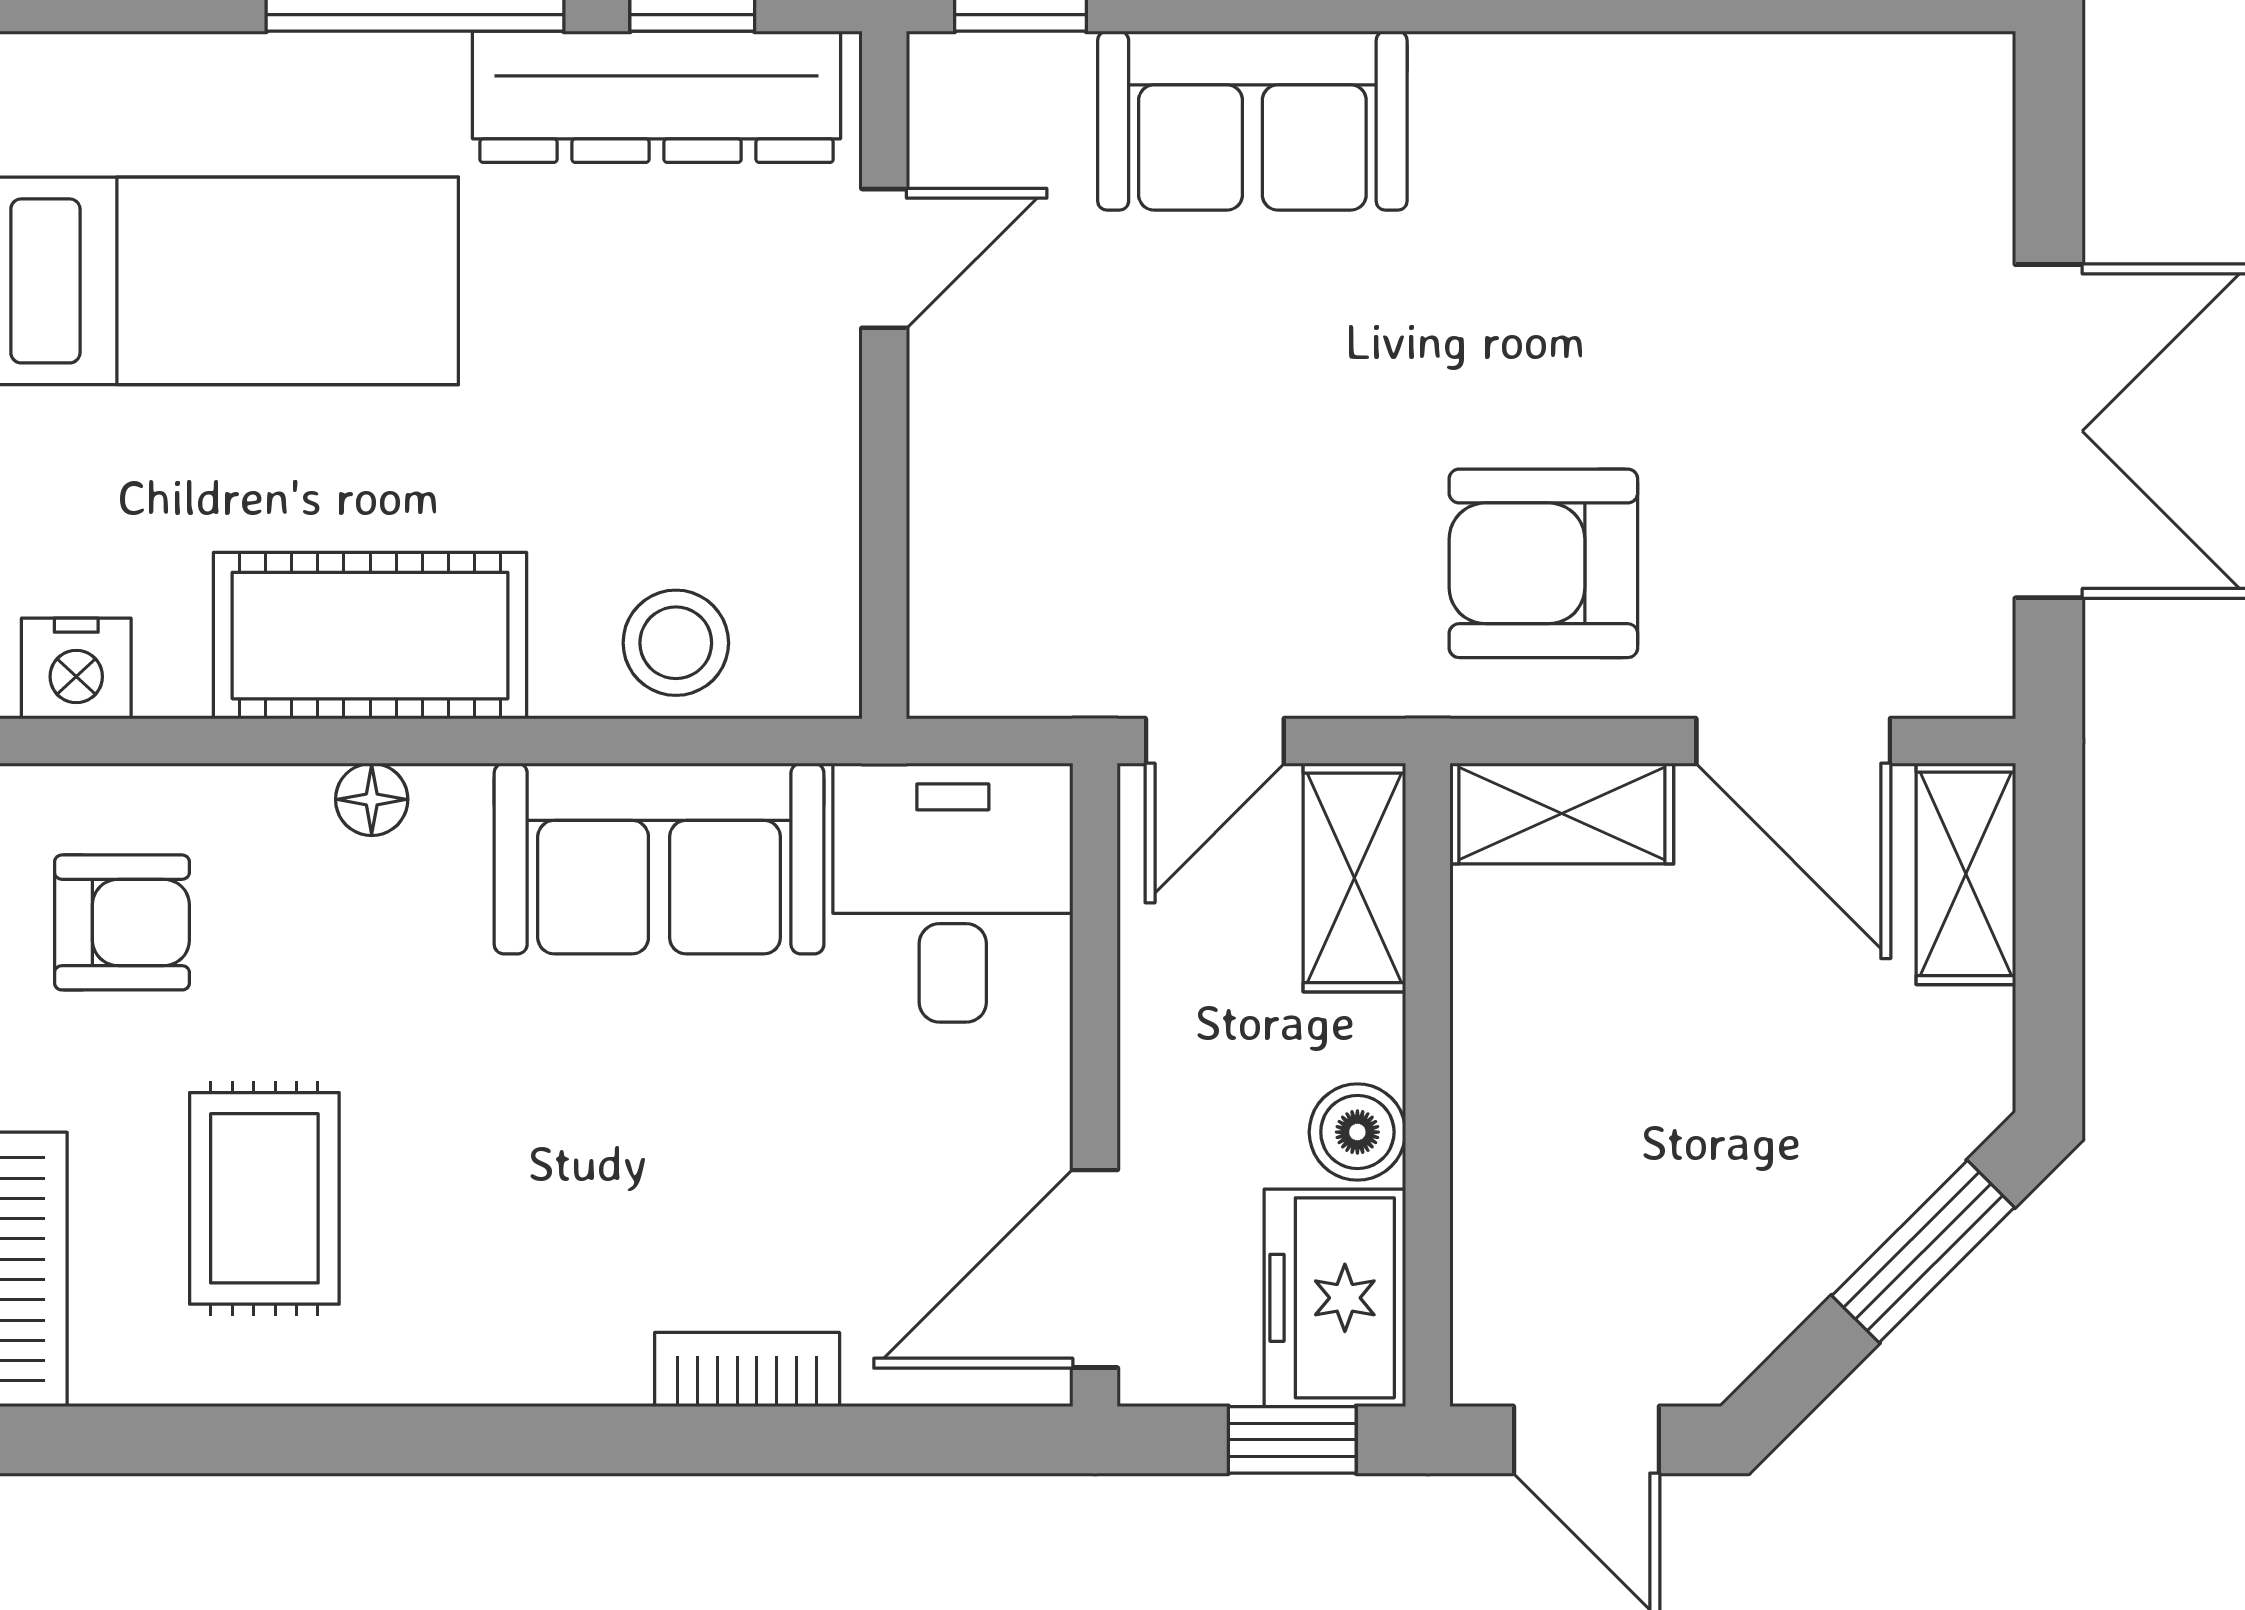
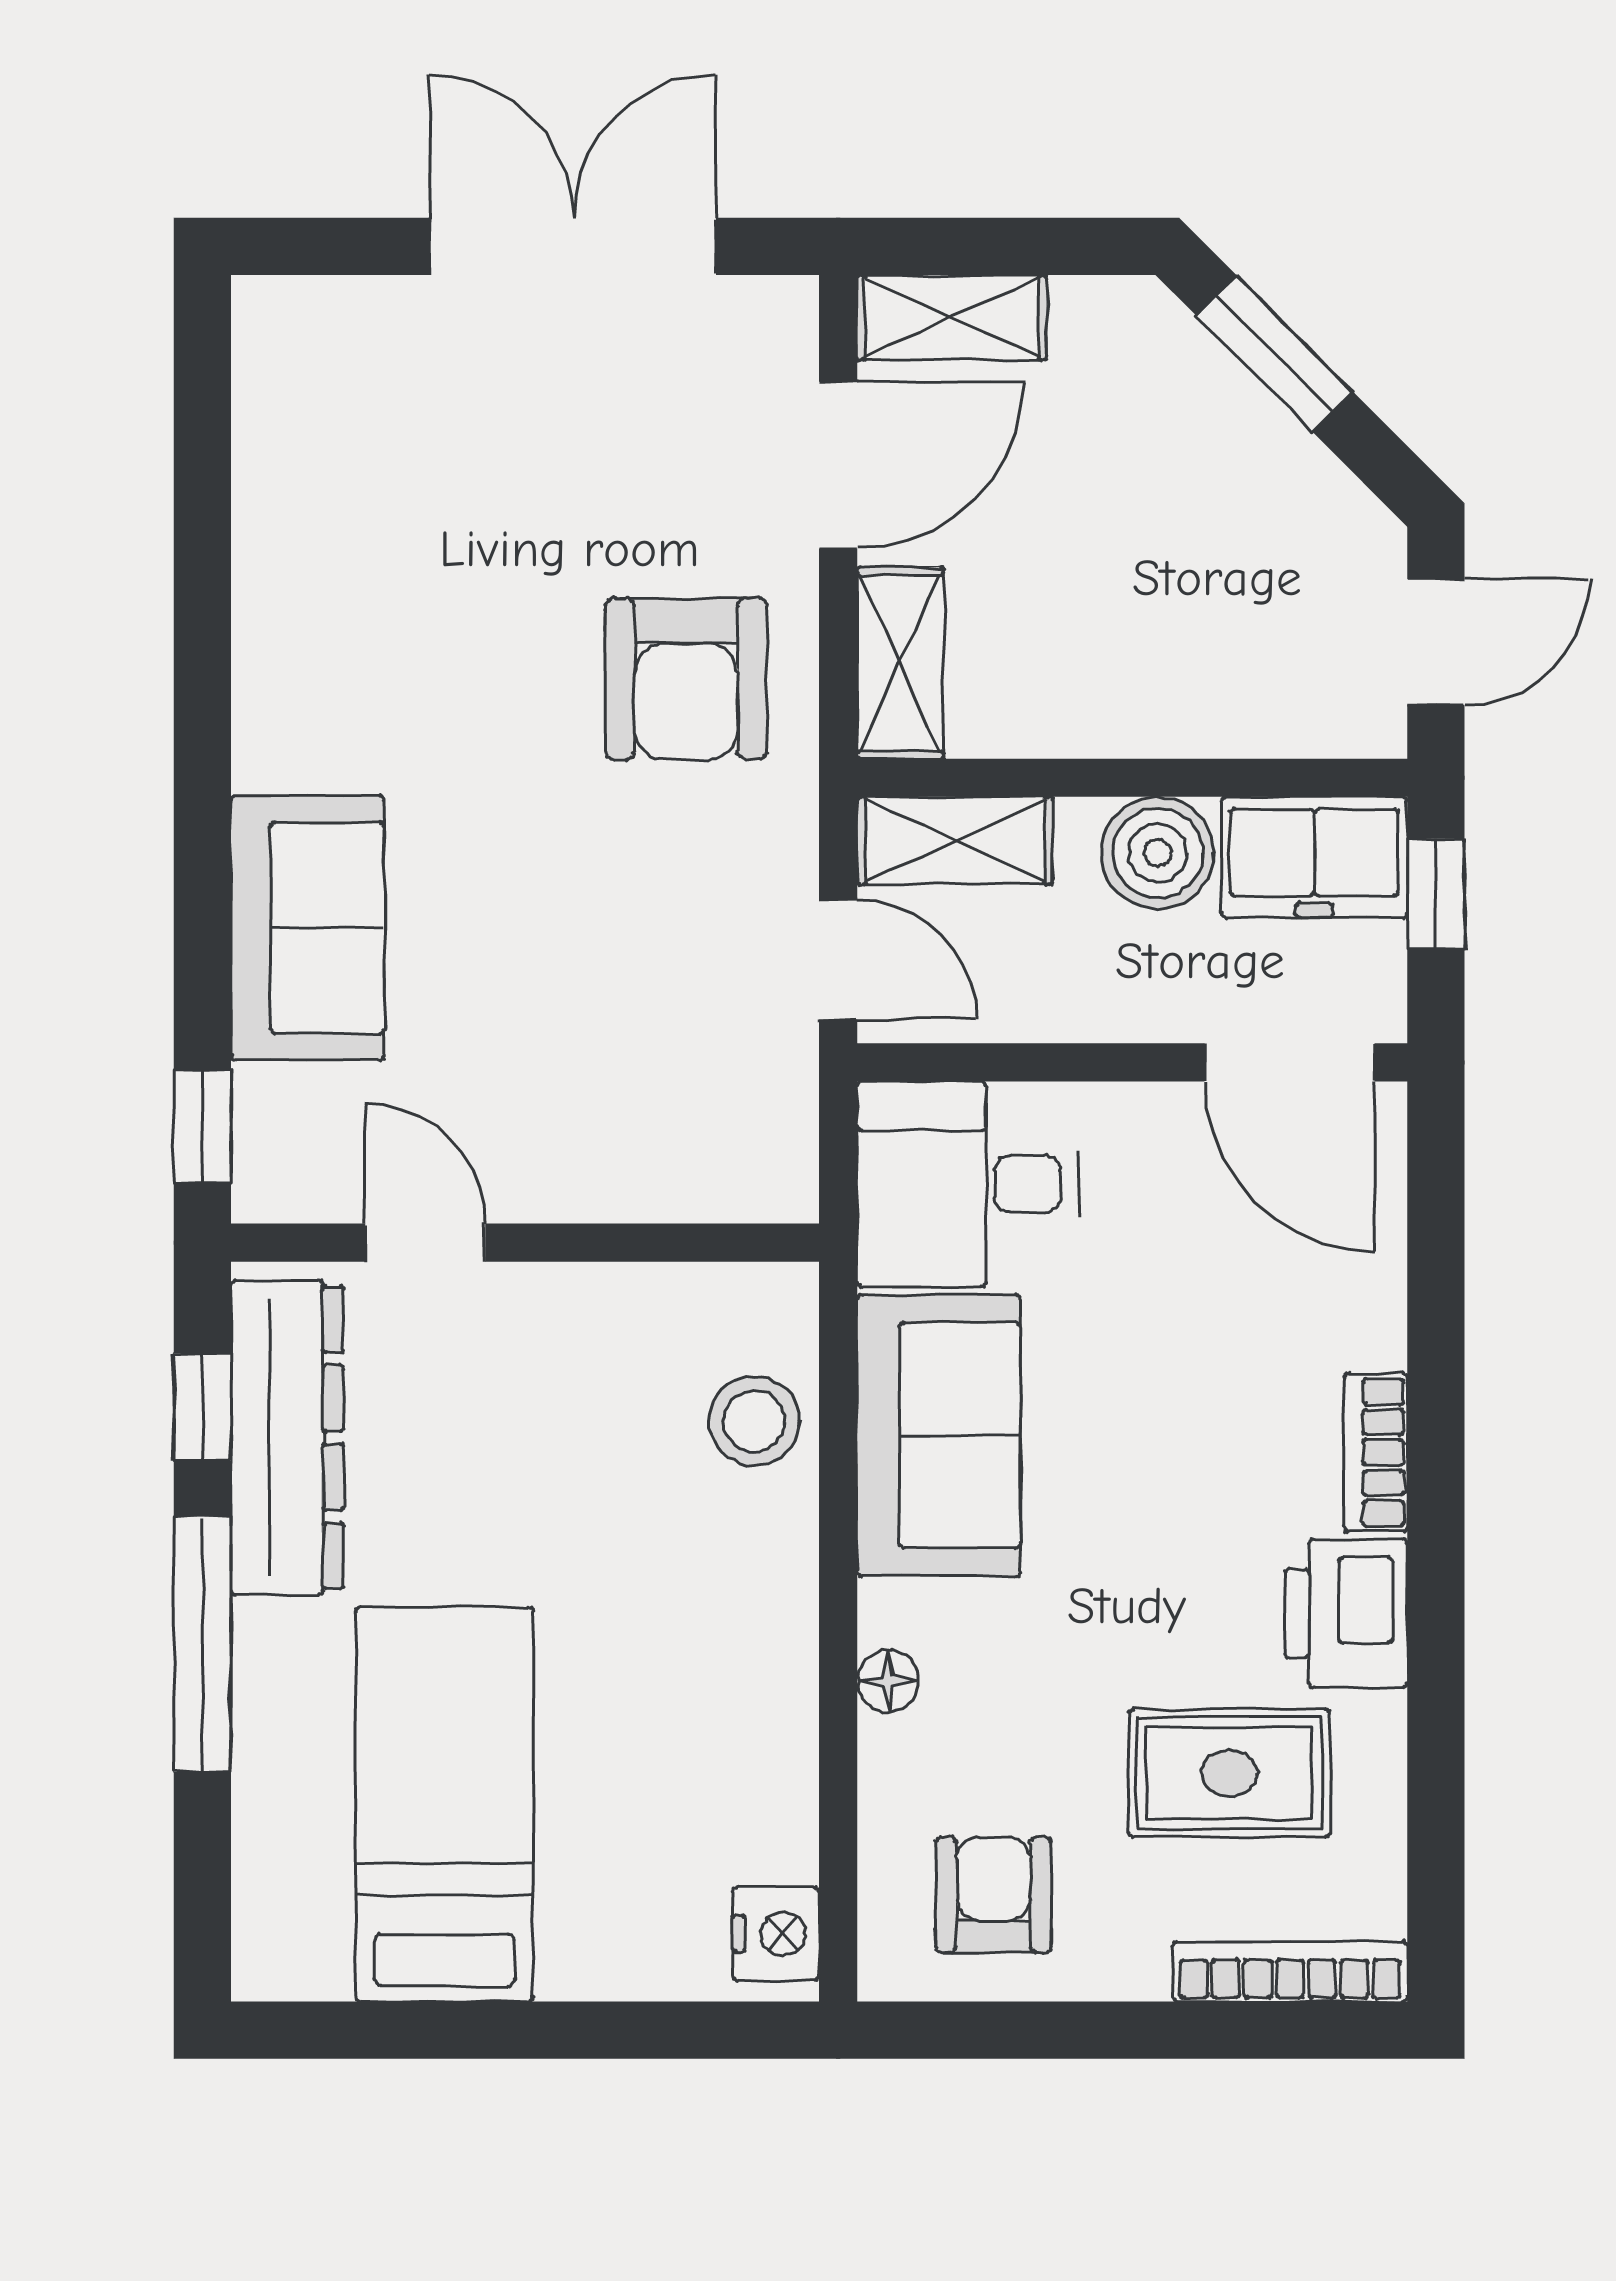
cot: (370, 636) -> (748, 1683), removed
boiler: (1357, 1132) -> (1158, 853), width x1.36, depth x1.36
printer: (451, 1335) -> (1346, 1613), added
bookcase: (747, 1370) -> (1376, 1452), moved

